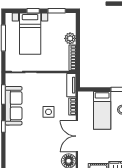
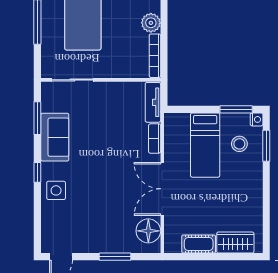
sofa: (14, 106) -> (55, 137), width x0.73
side table: (49, 112) -> (56, 190), moved

